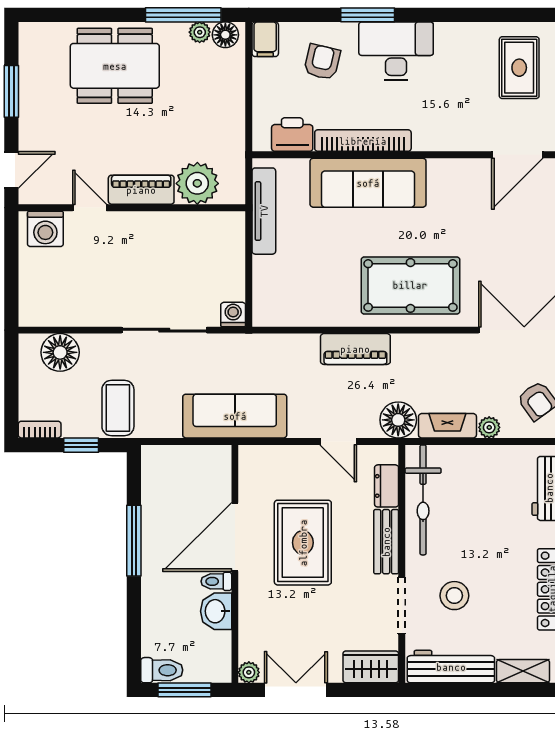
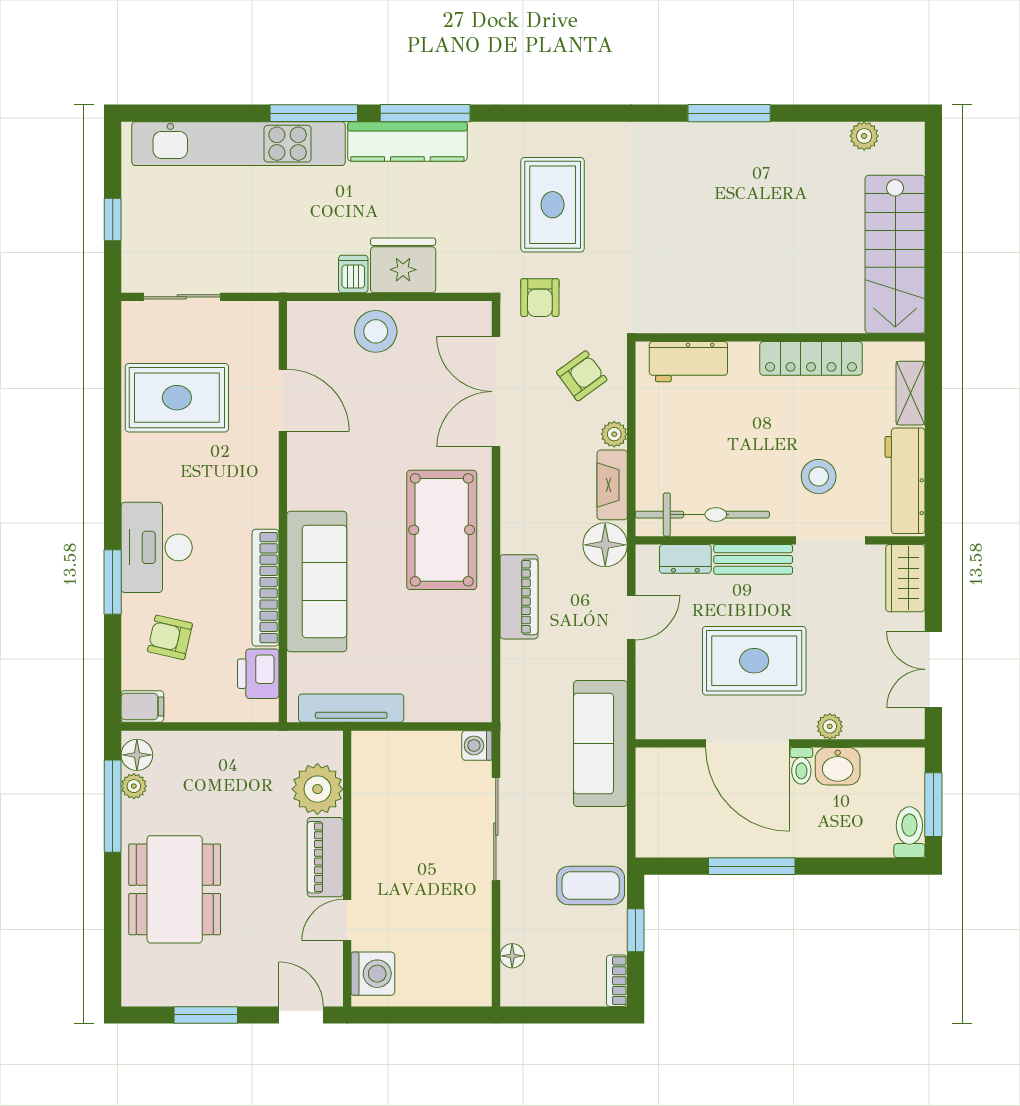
rug: (519, 68) -> (177, 398), width x1.36, depth x1.43
floor lamp: (60, 352) -> (512, 956), width x0.53, depth x0.53
plant: (249, 672) -> (830, 726), moved

